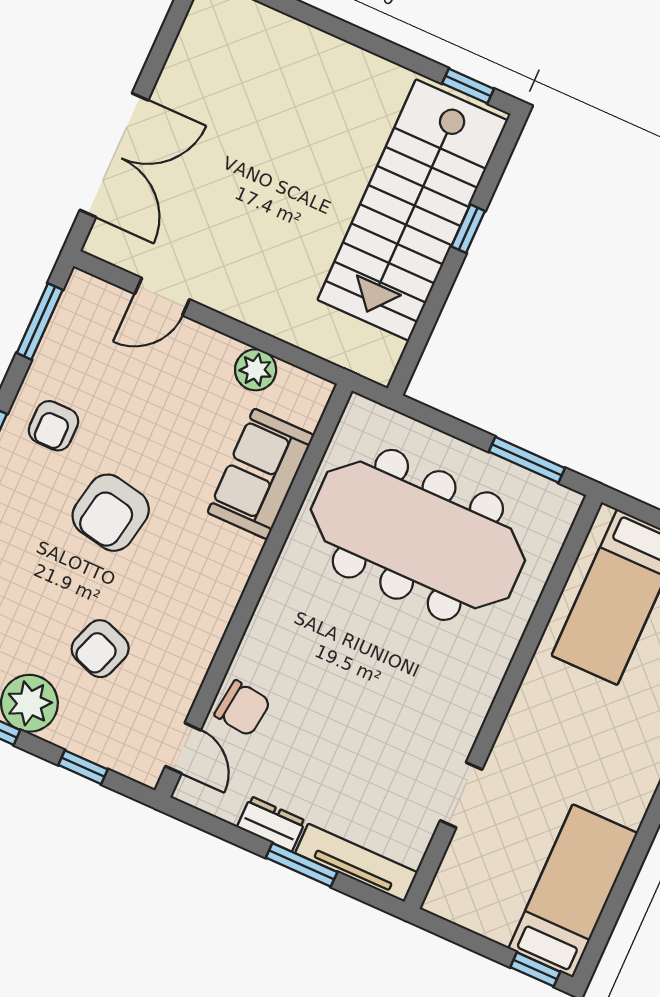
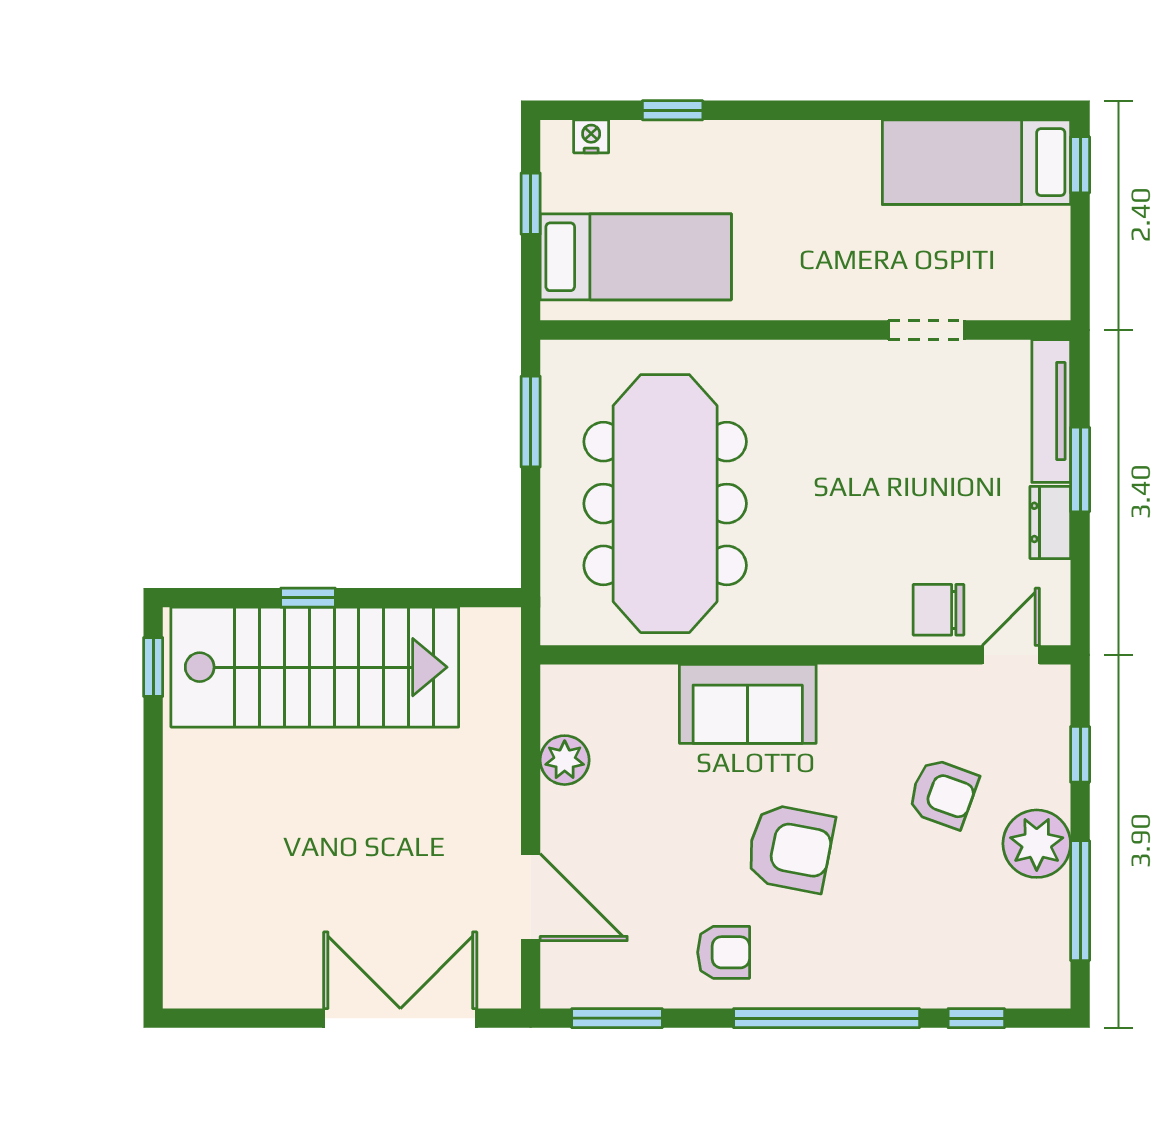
door: (162, 297) -> (531, 897), width x1.38
sofa: (261, 474) -> (748, 704), moved
chair: (243, 708) -> (939, 610), turned -97

